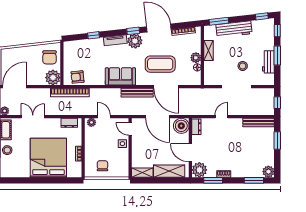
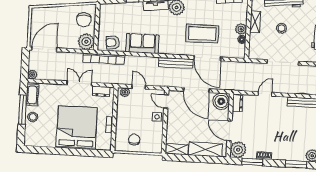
stool: (243, 66) -> (282, 28), moved
sofa: (120, 76) -> (142, 44), moved
double door: (33, 117) -> (79, 83), moved

